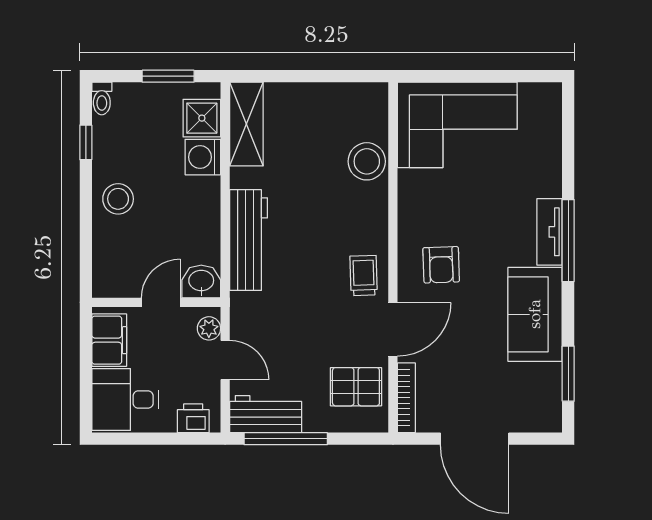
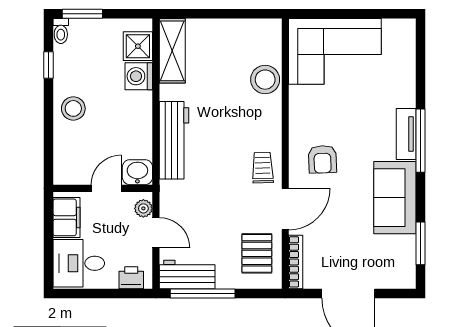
window: (168, 76) -> (82, 14), moved
pallet: (356, 387) -> (257, 253), turned 90

